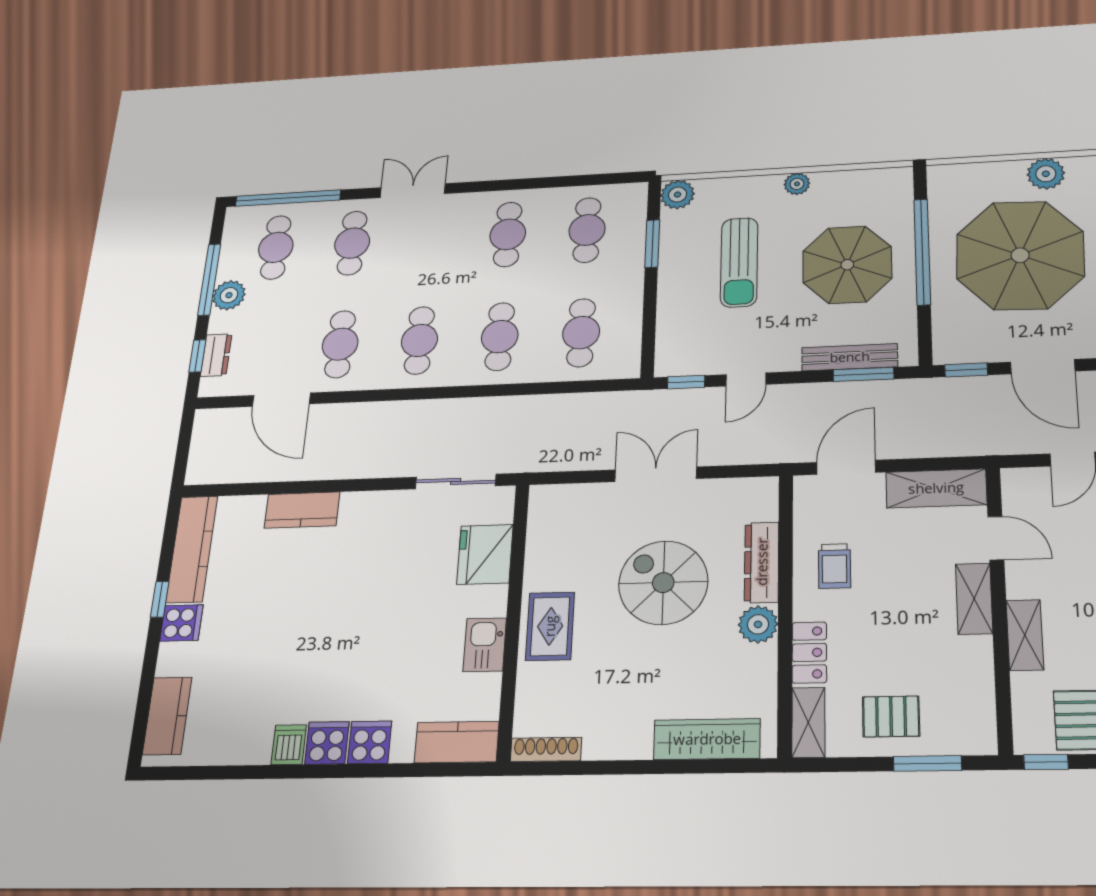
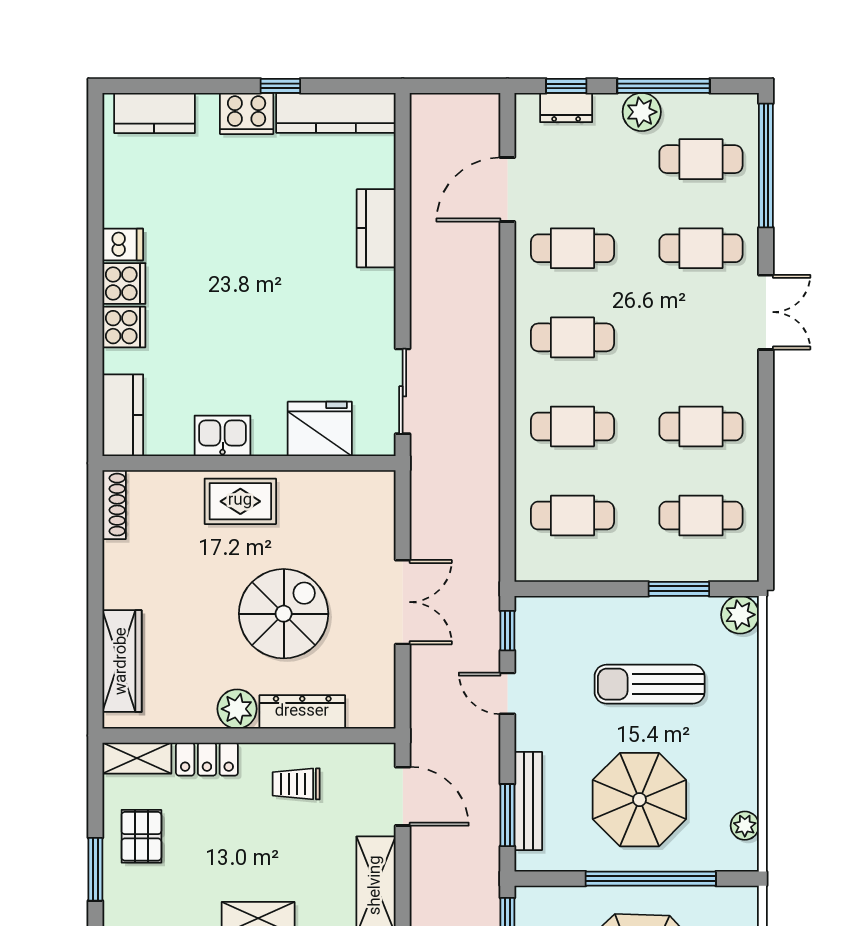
plant: (797, 184) -> (745, 826), moved
cooker: (181, 623) -> (247, 113), width x1.36

